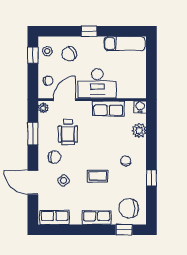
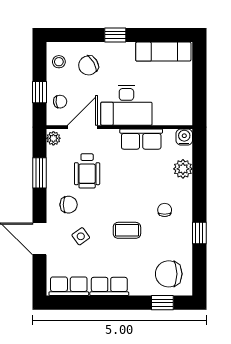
window: (33, 55) -> (39, 92), moved
row of seats: (97, 218) -> (109, 286), moved

